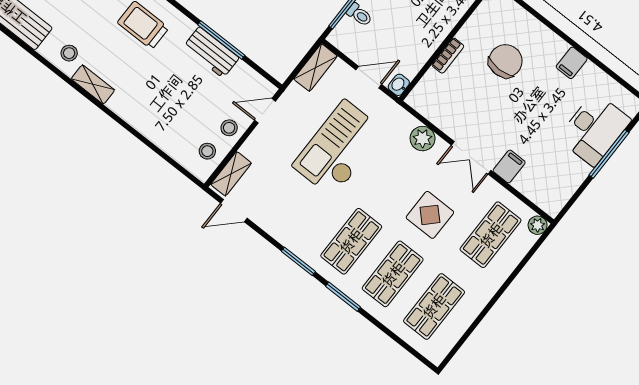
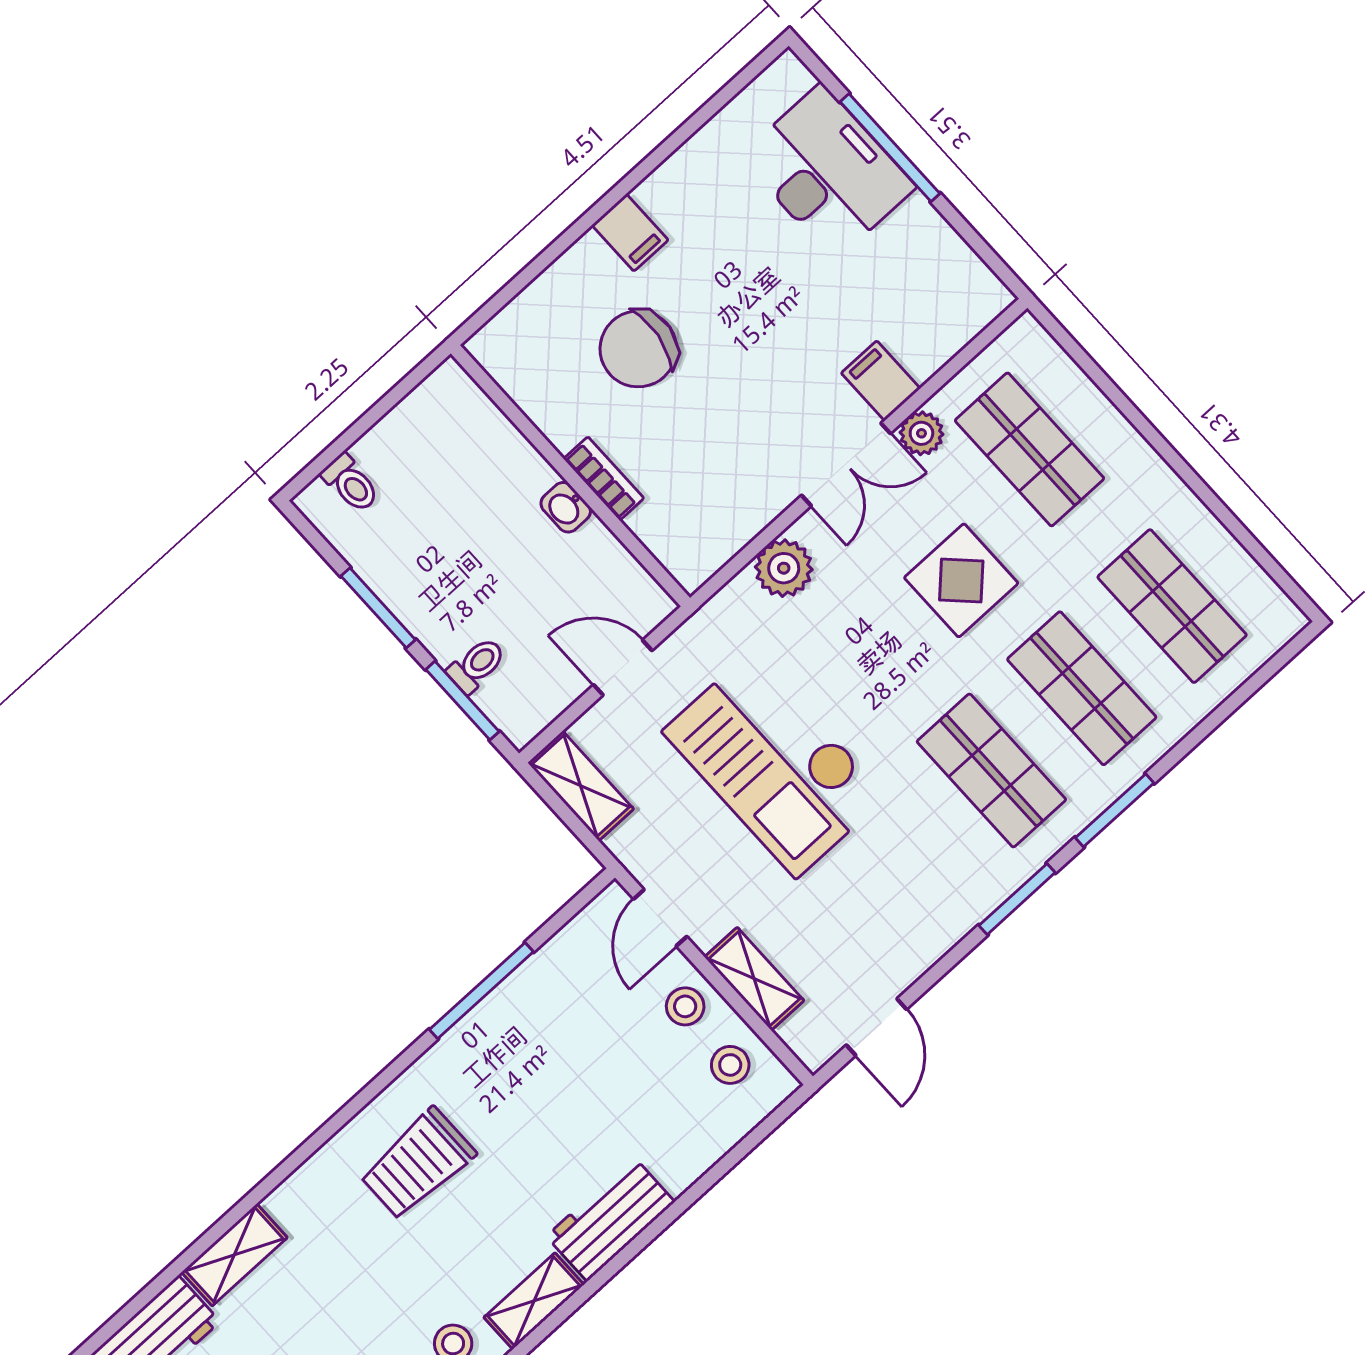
workbench: (211, 52) -> (610, 1219), moved, turned 180
chair: (505, 61) -> (638, 349), turned -82
filing cabinet: (572, 63) -> (630, 232), moved
door: (369, 77) -> (623, 668), hinge flipped
washbasin: (399, 85) -> (566, 507), moved
shelving: (231, 174) -> (754, 979), moved
plant: (538, 225) -> (921, 433), moved

